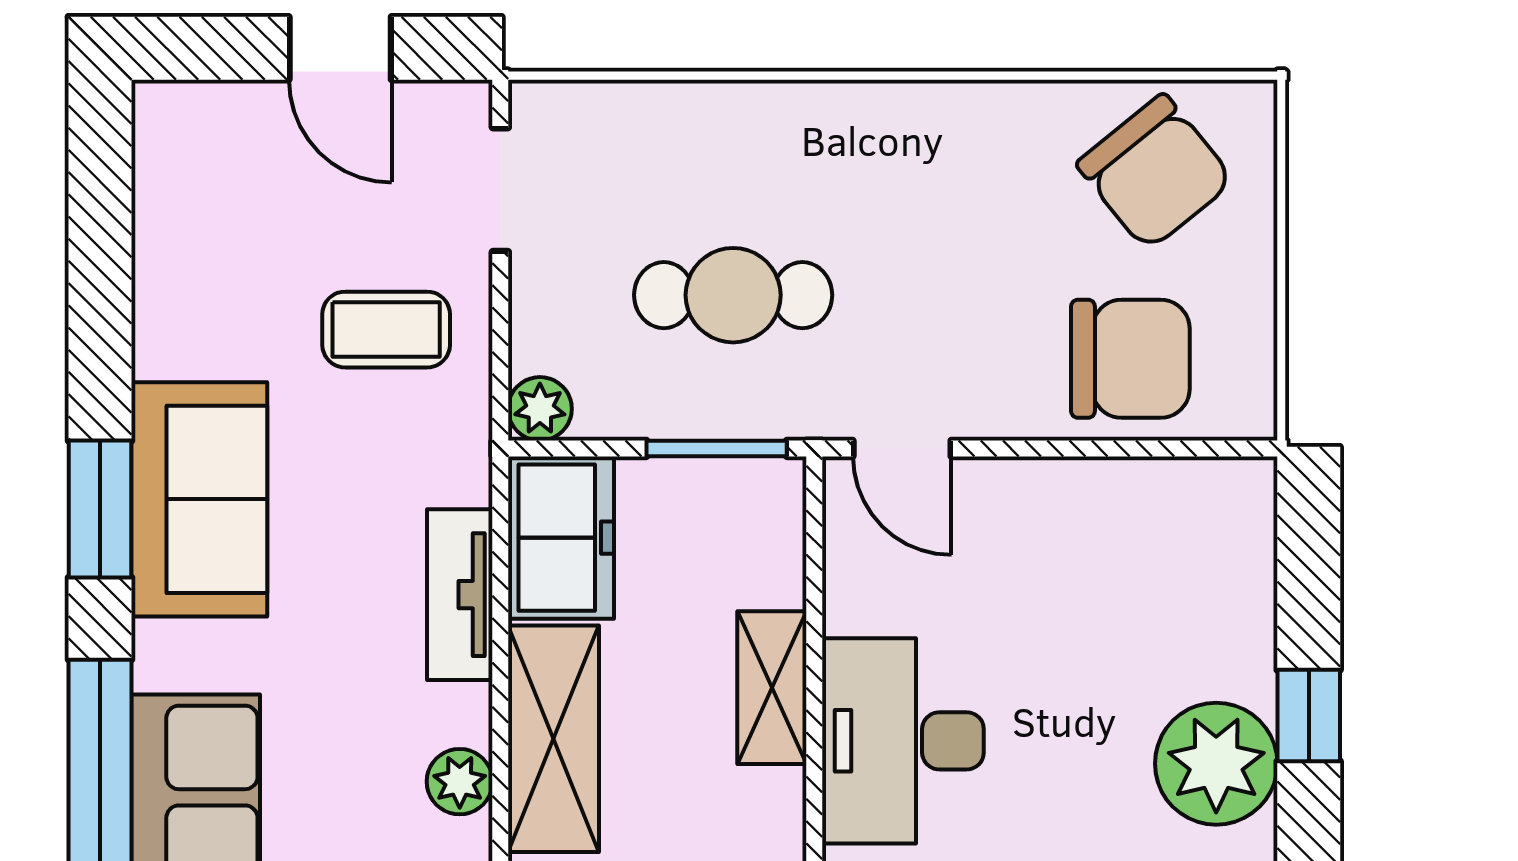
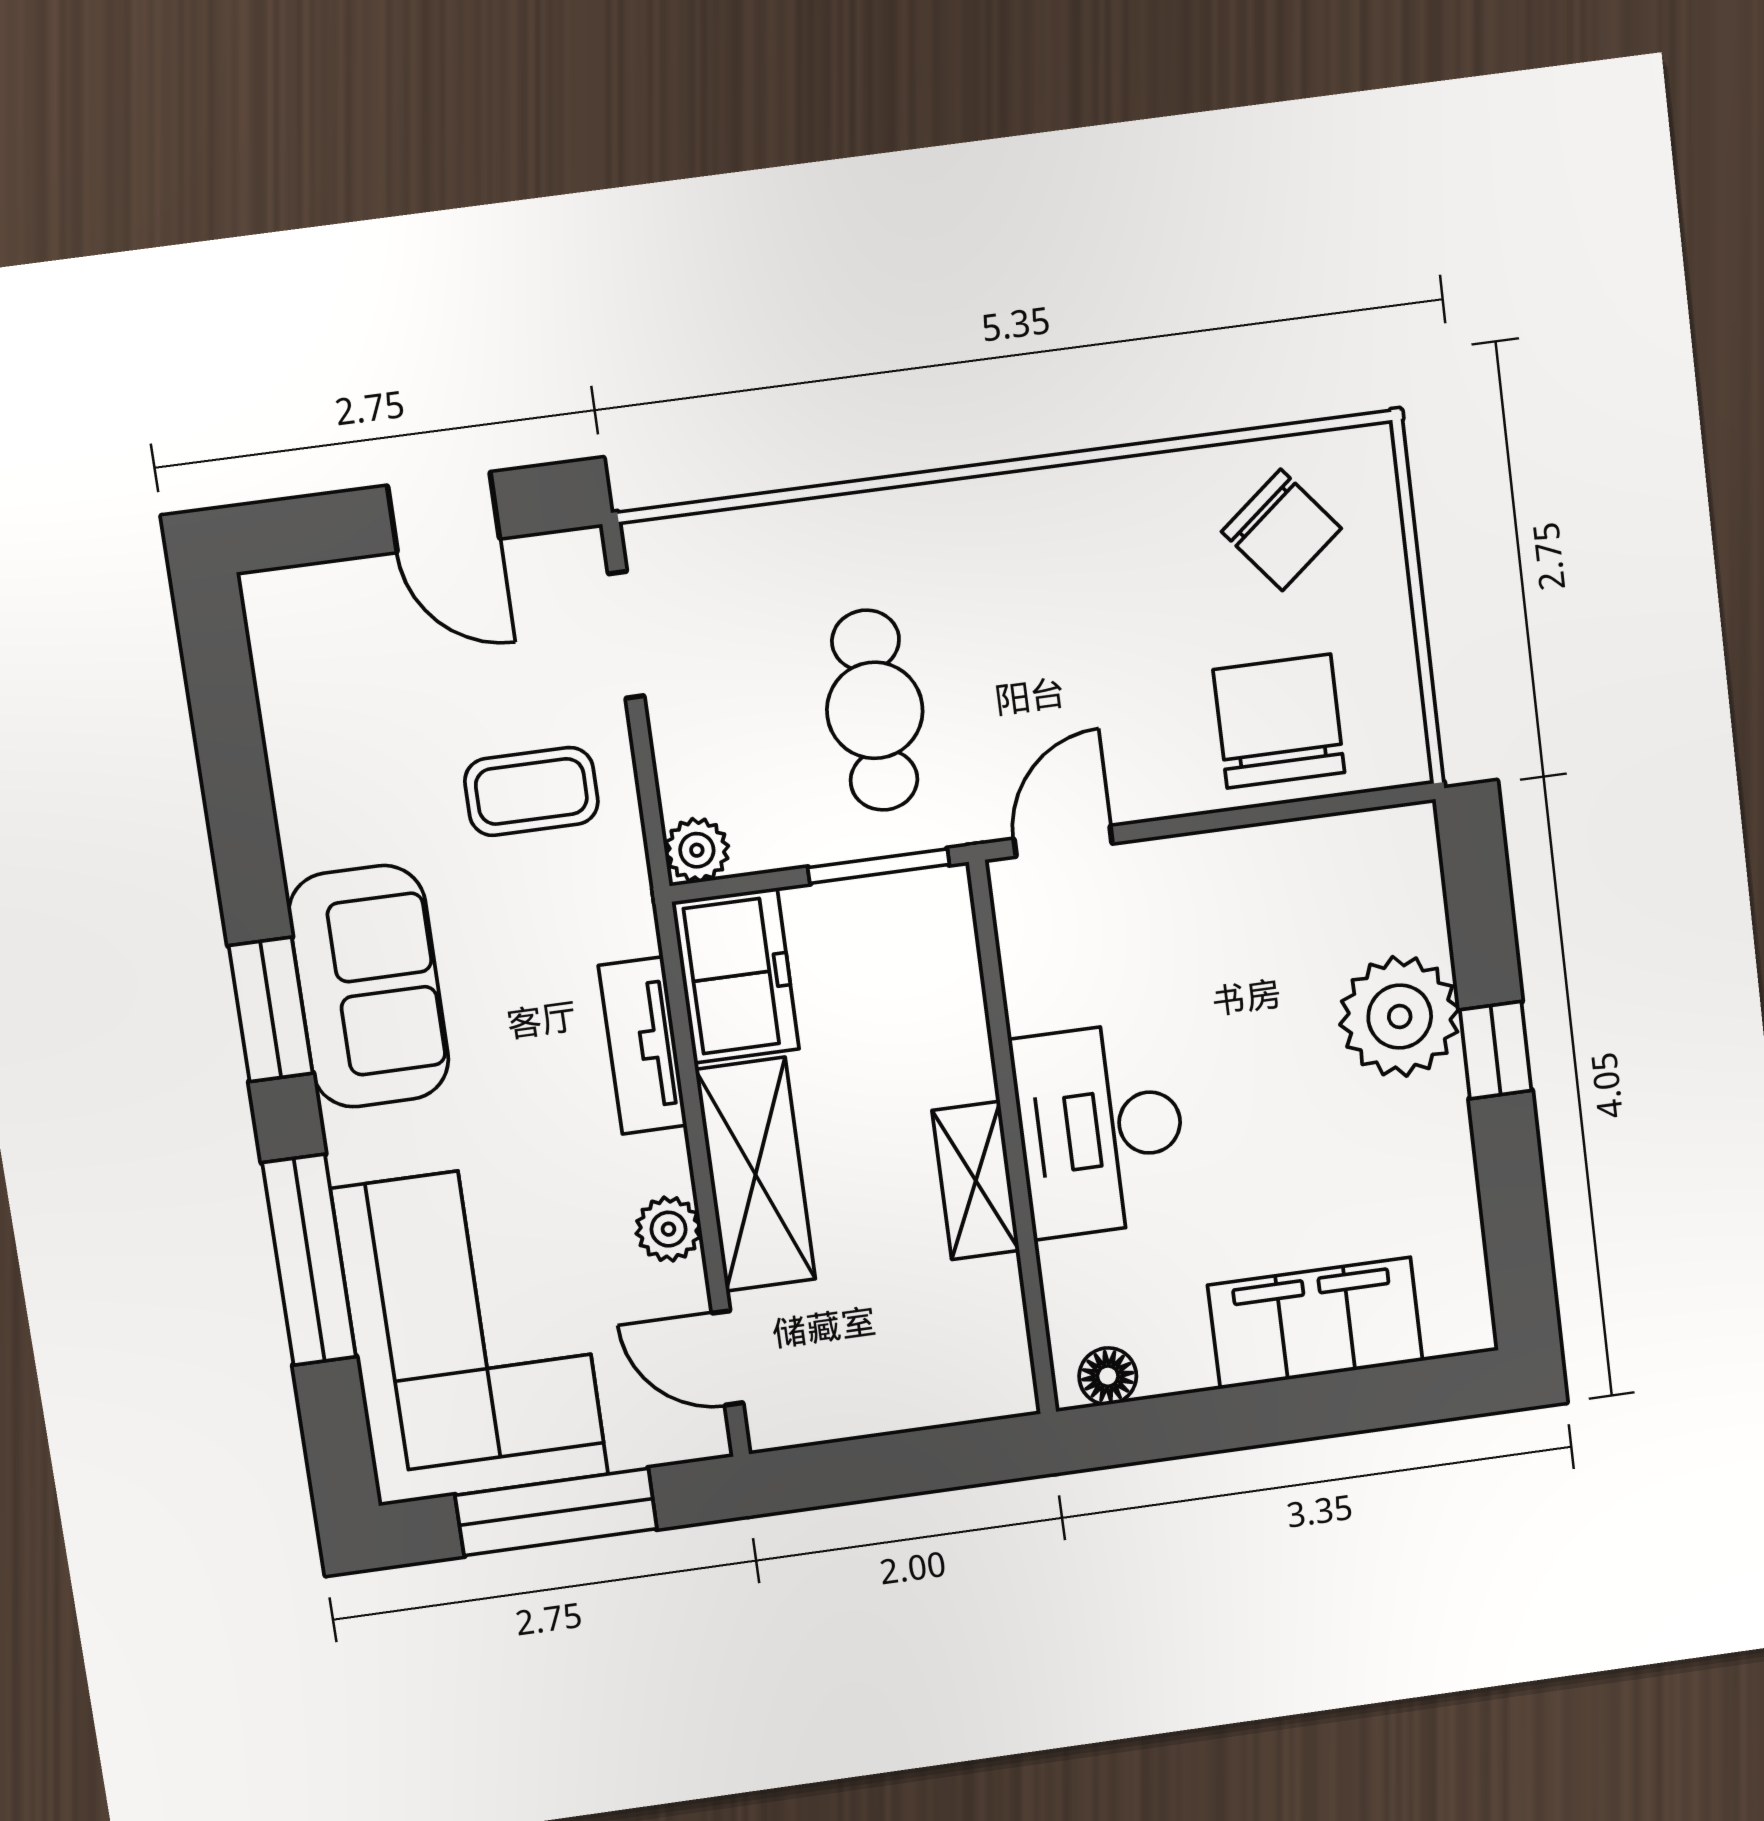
chair: (1155, 172) -> (1281, 530), width x0.73, depth x0.73
cafe table: (733, 295) -> (875, 710), turned 90
chair: (1130, 359) -> (1279, 721), turned -90
door: (902, 448) -> (1063, 841), swing flipped
shelving: (772, 688) -> (976, 1180), moved
plant: (1216, 764) -> (1400, 1017), moved

